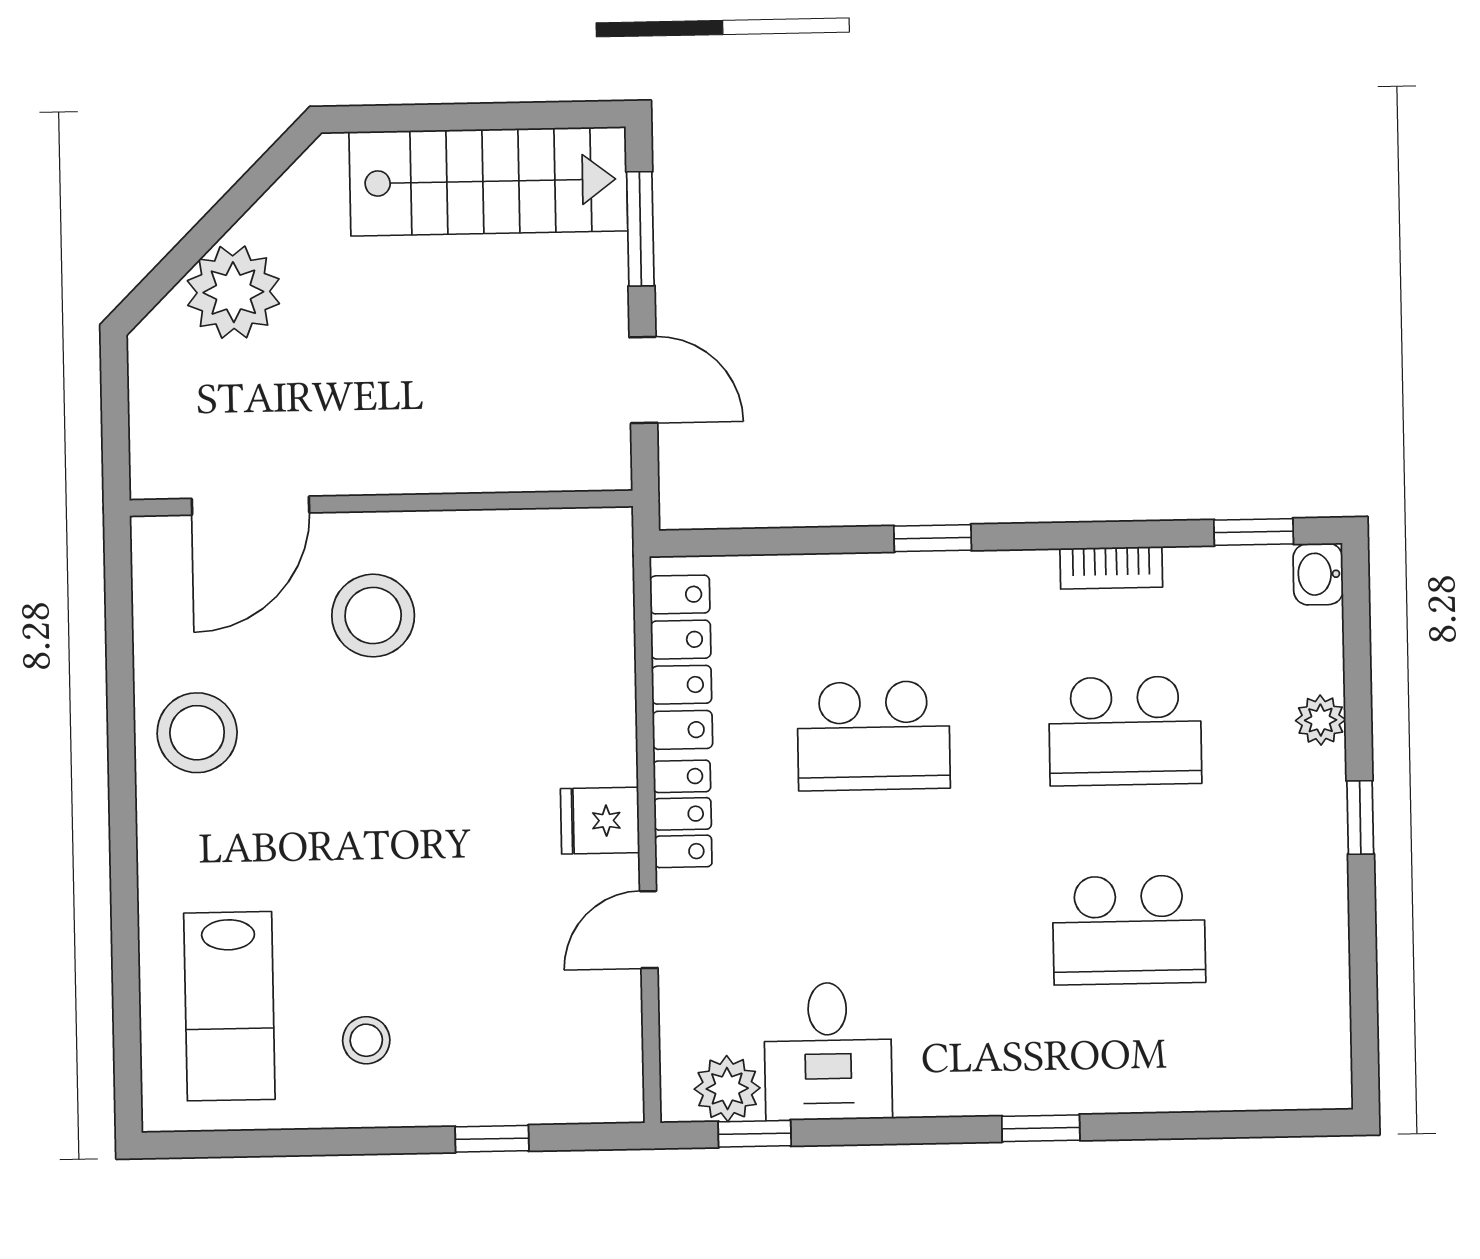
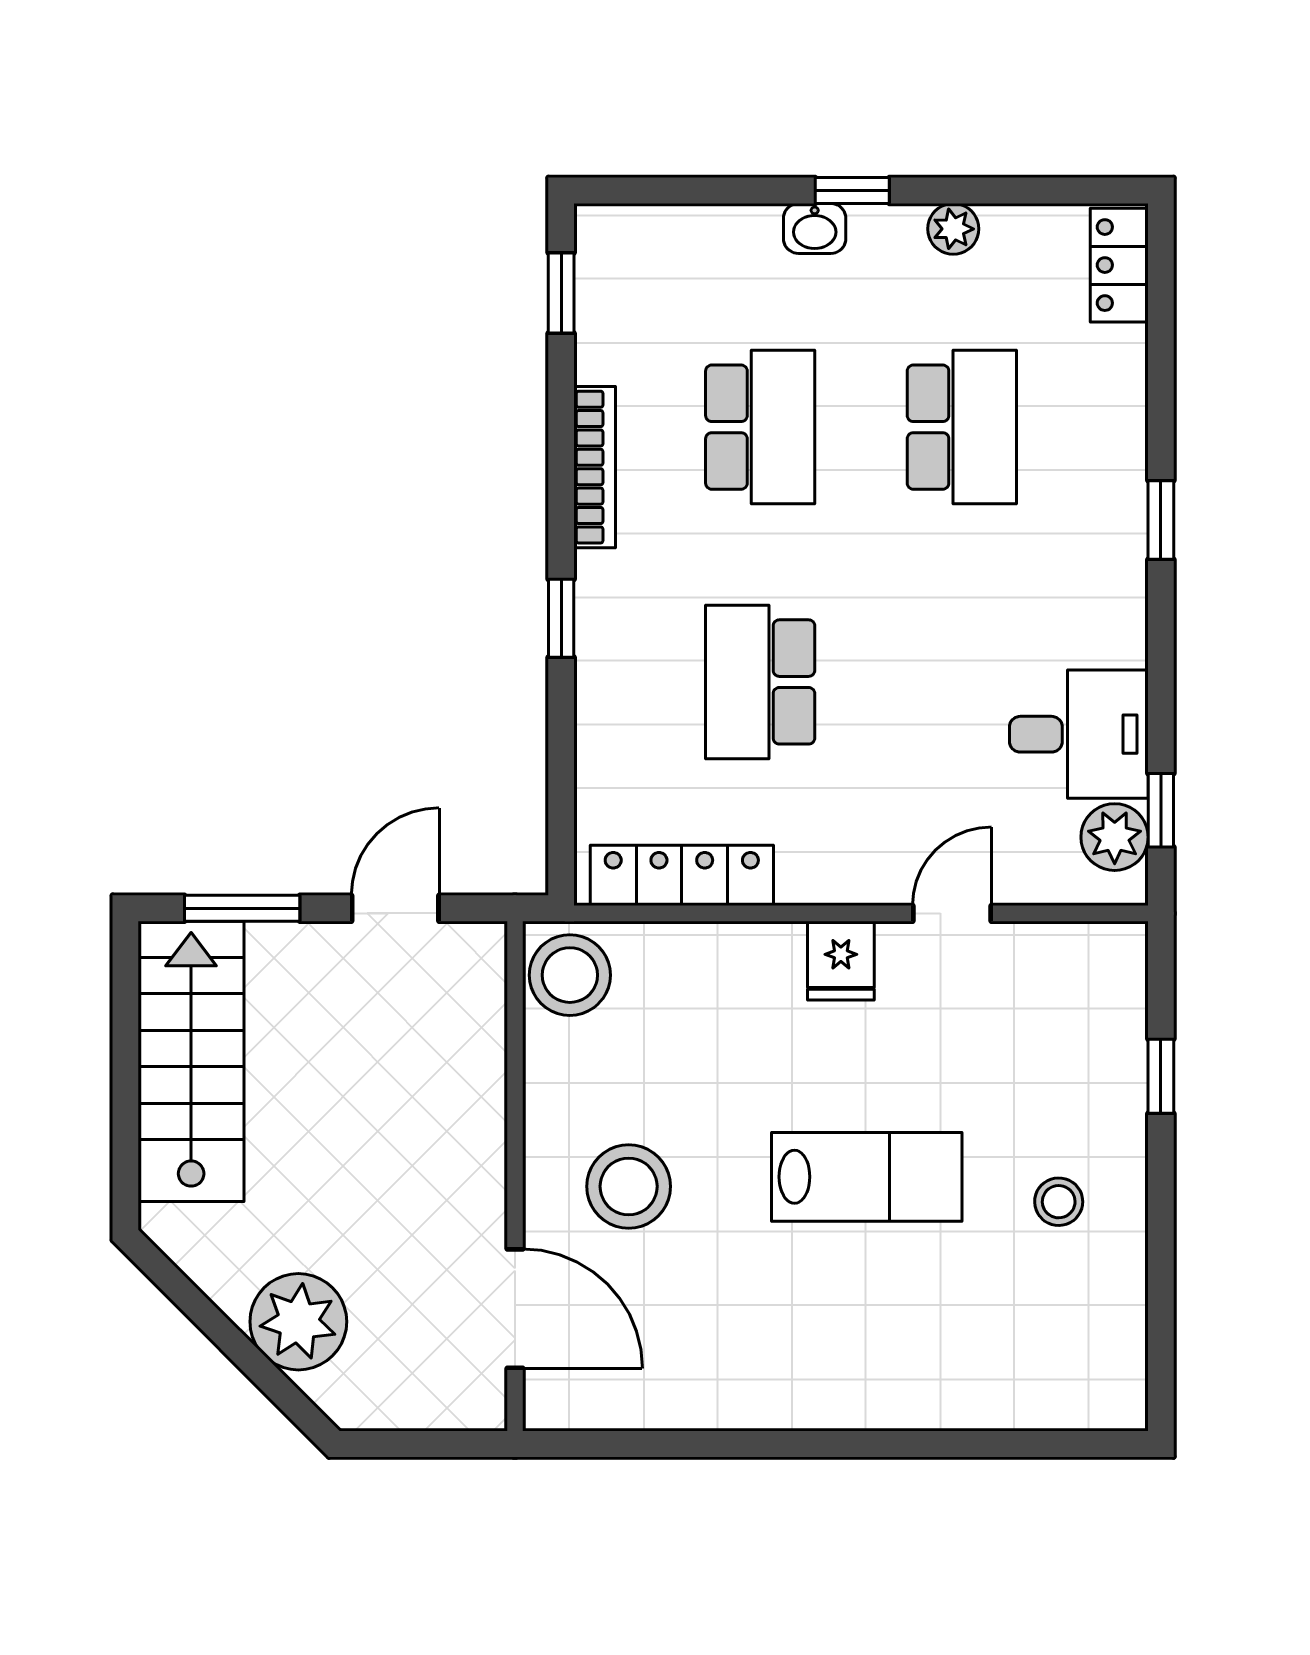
bookcase: (1111, 568) -> (595, 467), width x1.56
washbasin: (1318, 574) -> (815, 228), moved
plant: (1321, 720) -> (953, 229), moved
stool: (197, 733) -> (570, 975), moved
school desk: (874, 736) -> (760, 682), turned 180
locker: (683, 814) -> (1119, 265), moved, turned -90
door: (649, 930) -> (952, 913), swing flipped
lab bench: (229, 1006) -> (867, 1177), moved

